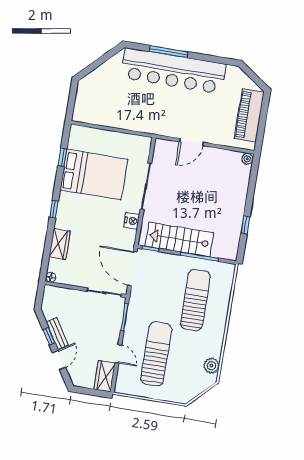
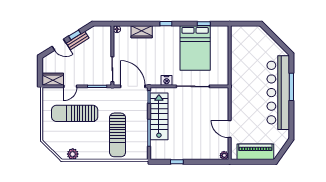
door: (192, 142) -> (230, 129), moved
door: (132, 268) -> (133, 86), hinge flipped
sun lounger: (195, 300) -> (118, 135), turned 90
sun lounger: (156, 354) -> (75, 113), turned 180

